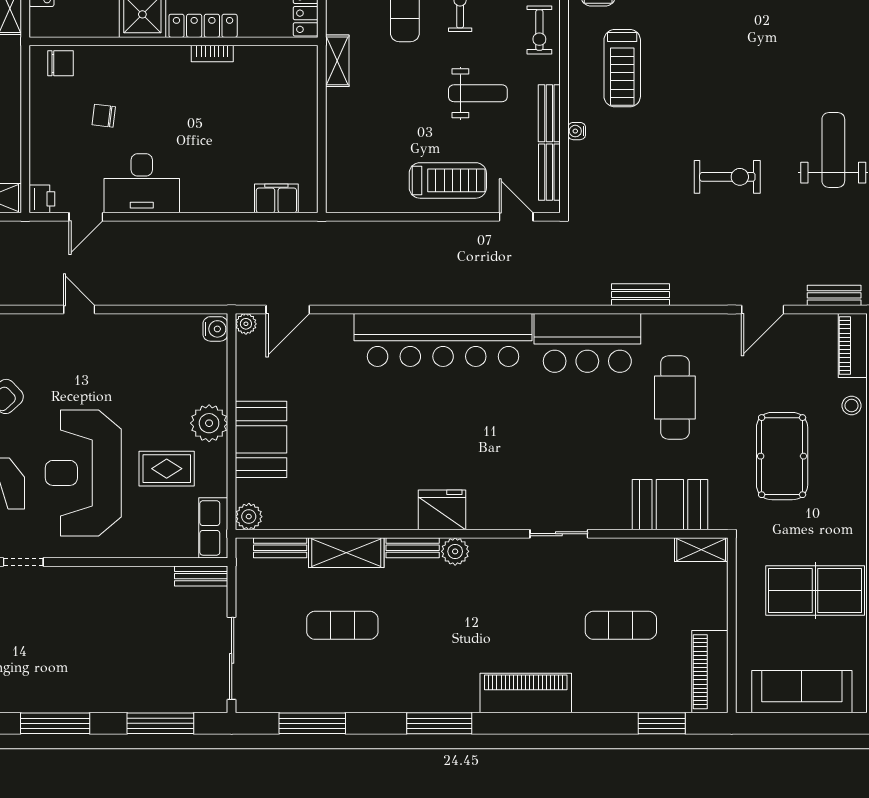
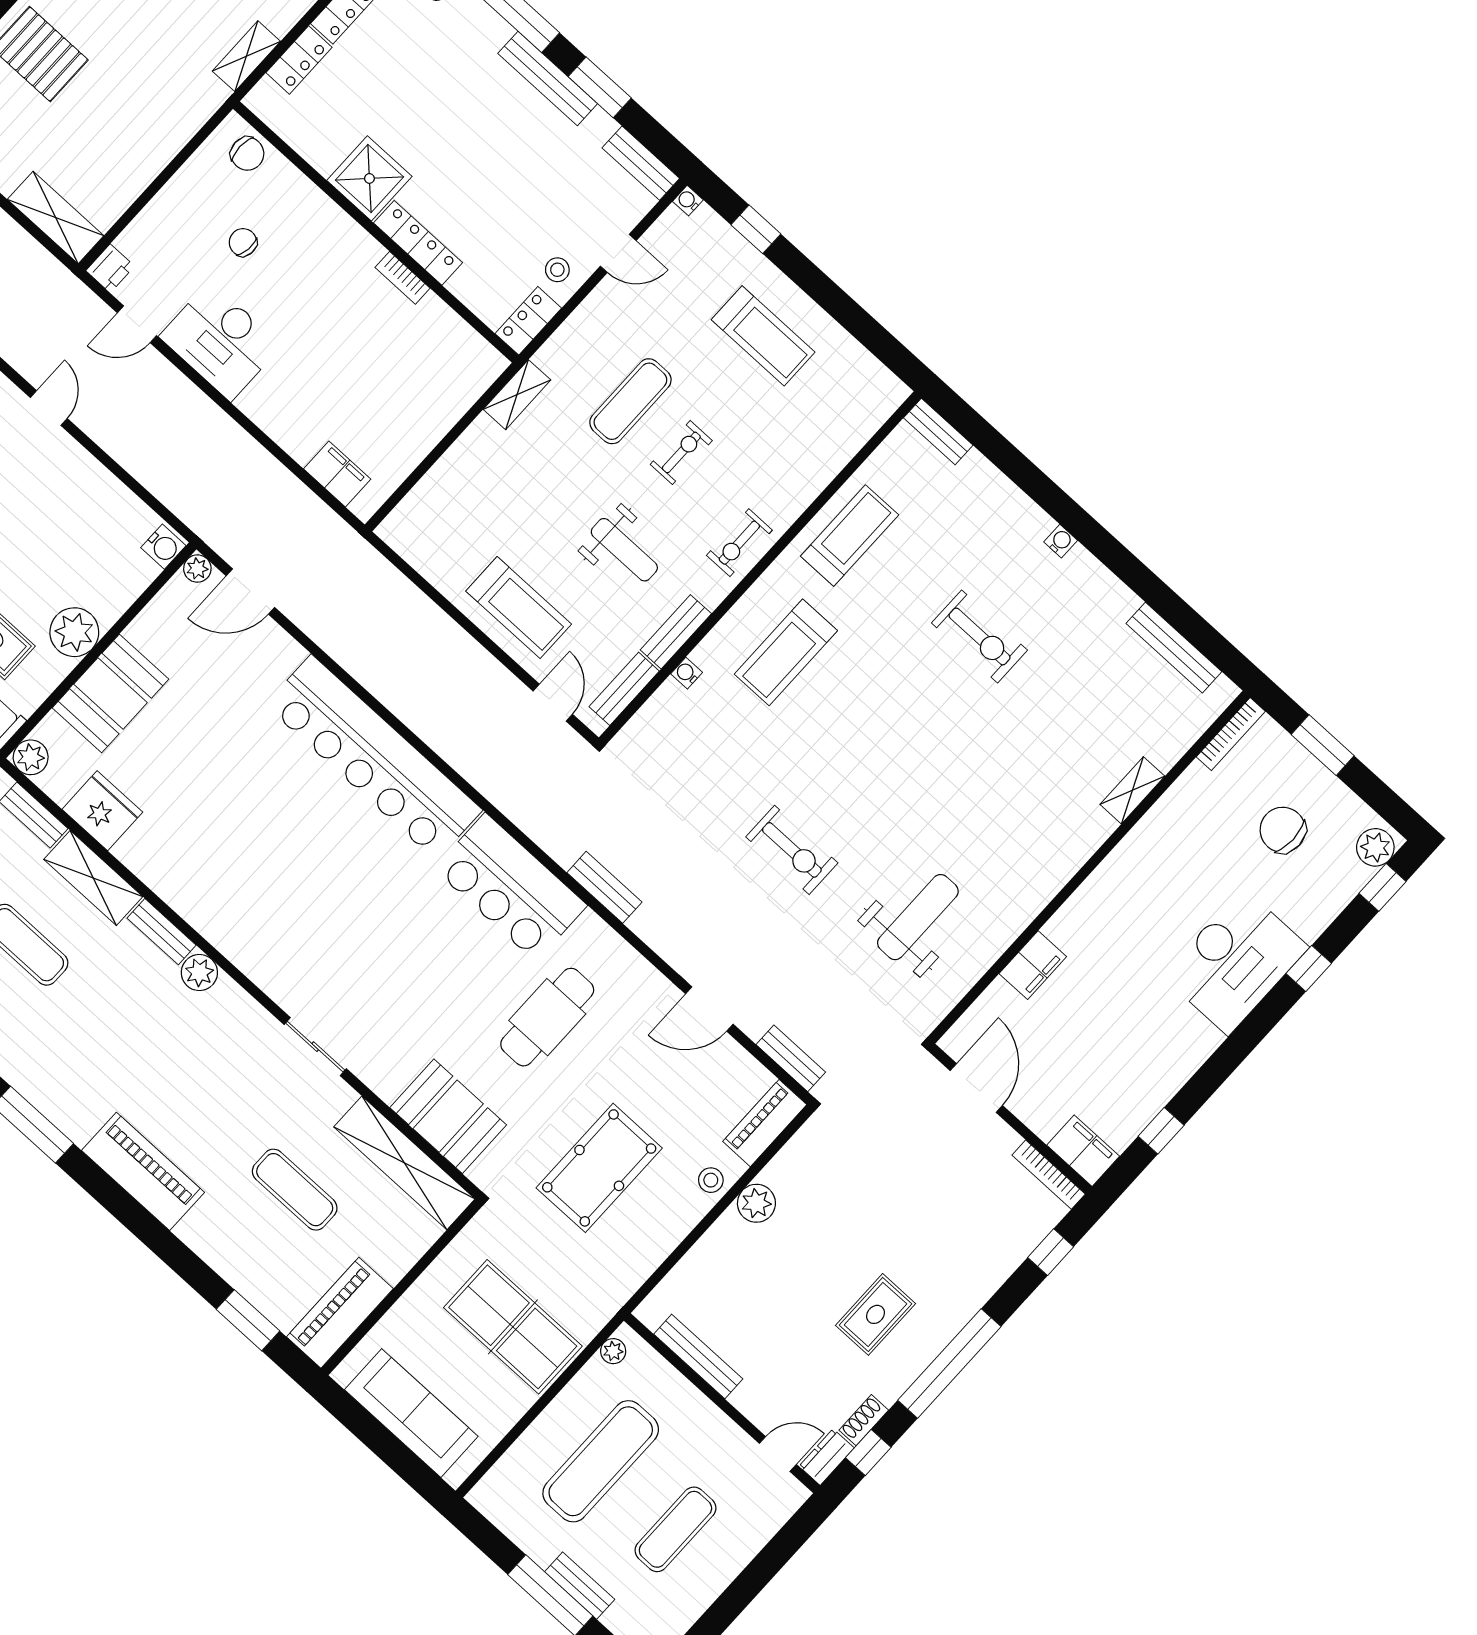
fridge: (442, 510) -> (102, 811), moved
shelving: (701, 550) -> (404, 1163), width x2.20, depth x1.33

